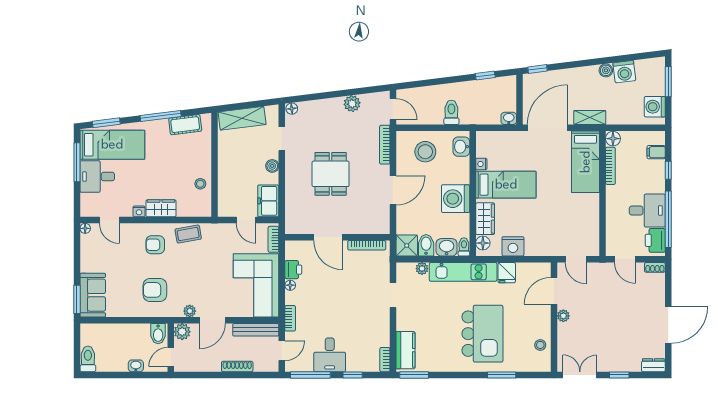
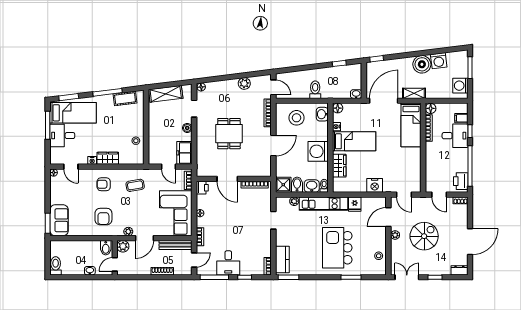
boiler: (606, 70) -> (422, 64), width x1.86, depth x1.86
desk: (647, 211) -> (455, 136), moved
coffee table: (188, 234) -> (135, 185), moved
floor lamp: (483, 243) -> (338, 108), moved
nightstand: (513, 246) -> (375, 185), moved
printer: (293, 270) -> (202, 188), moved
armchair: (155, 290) -> (103, 217), turned -90
spiral stairs: (604, 317) -> (424, 236), added
kitchen island: (482, 334) -> (337, 248), turned 180

